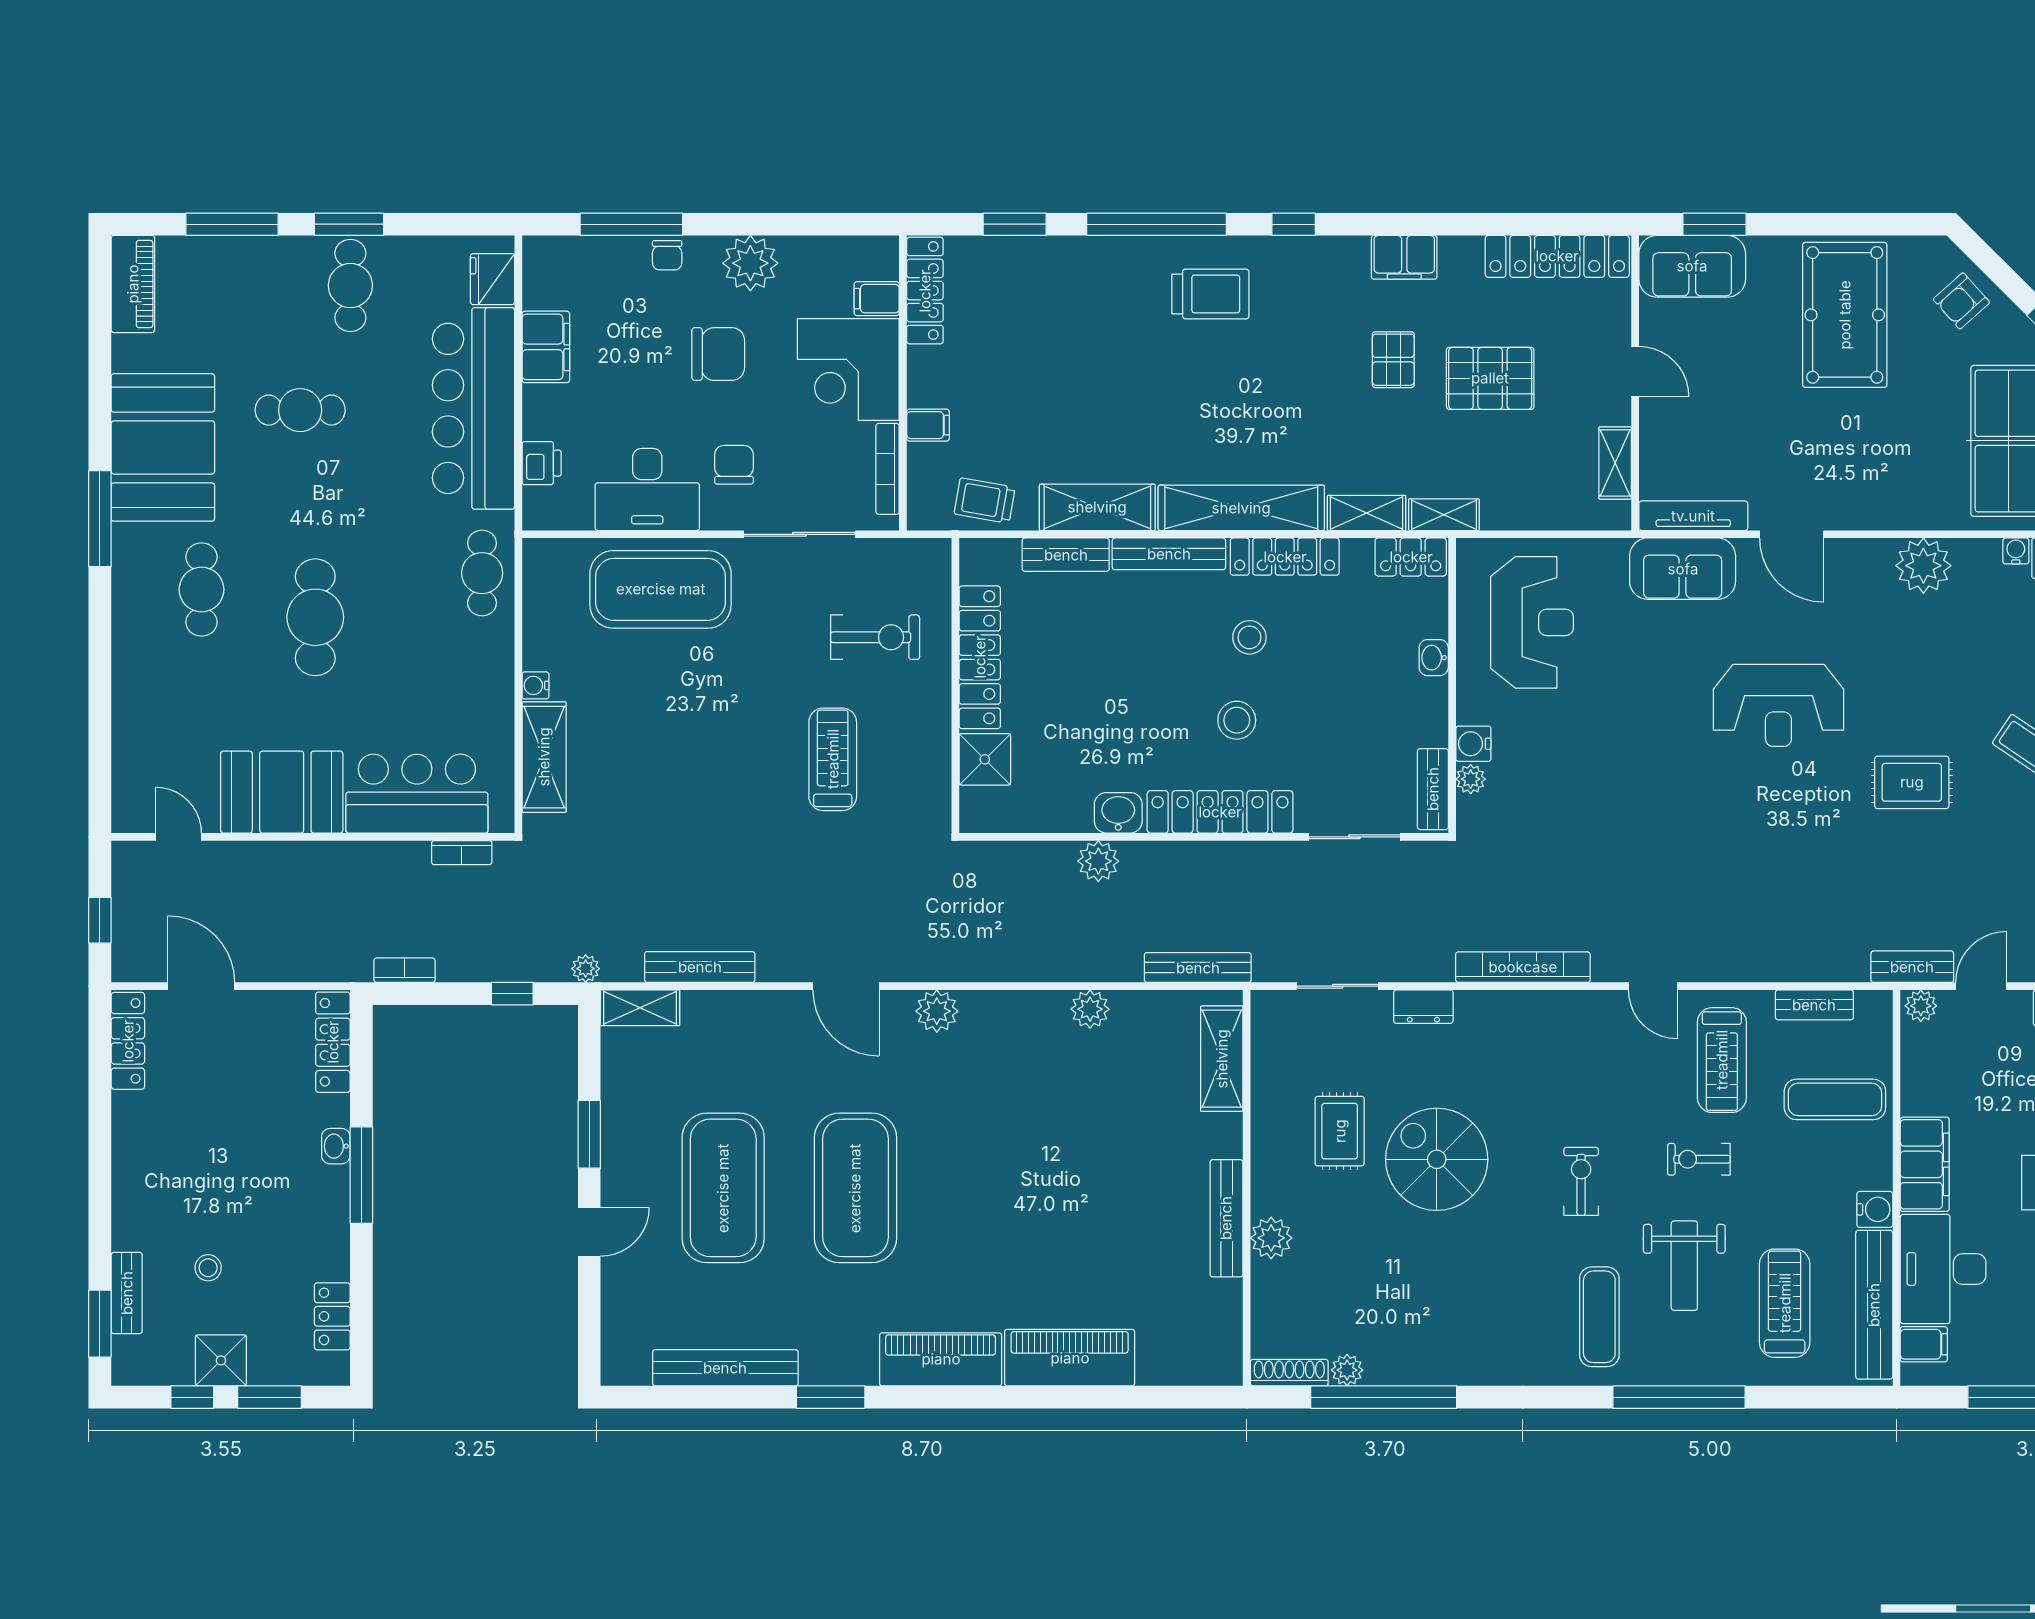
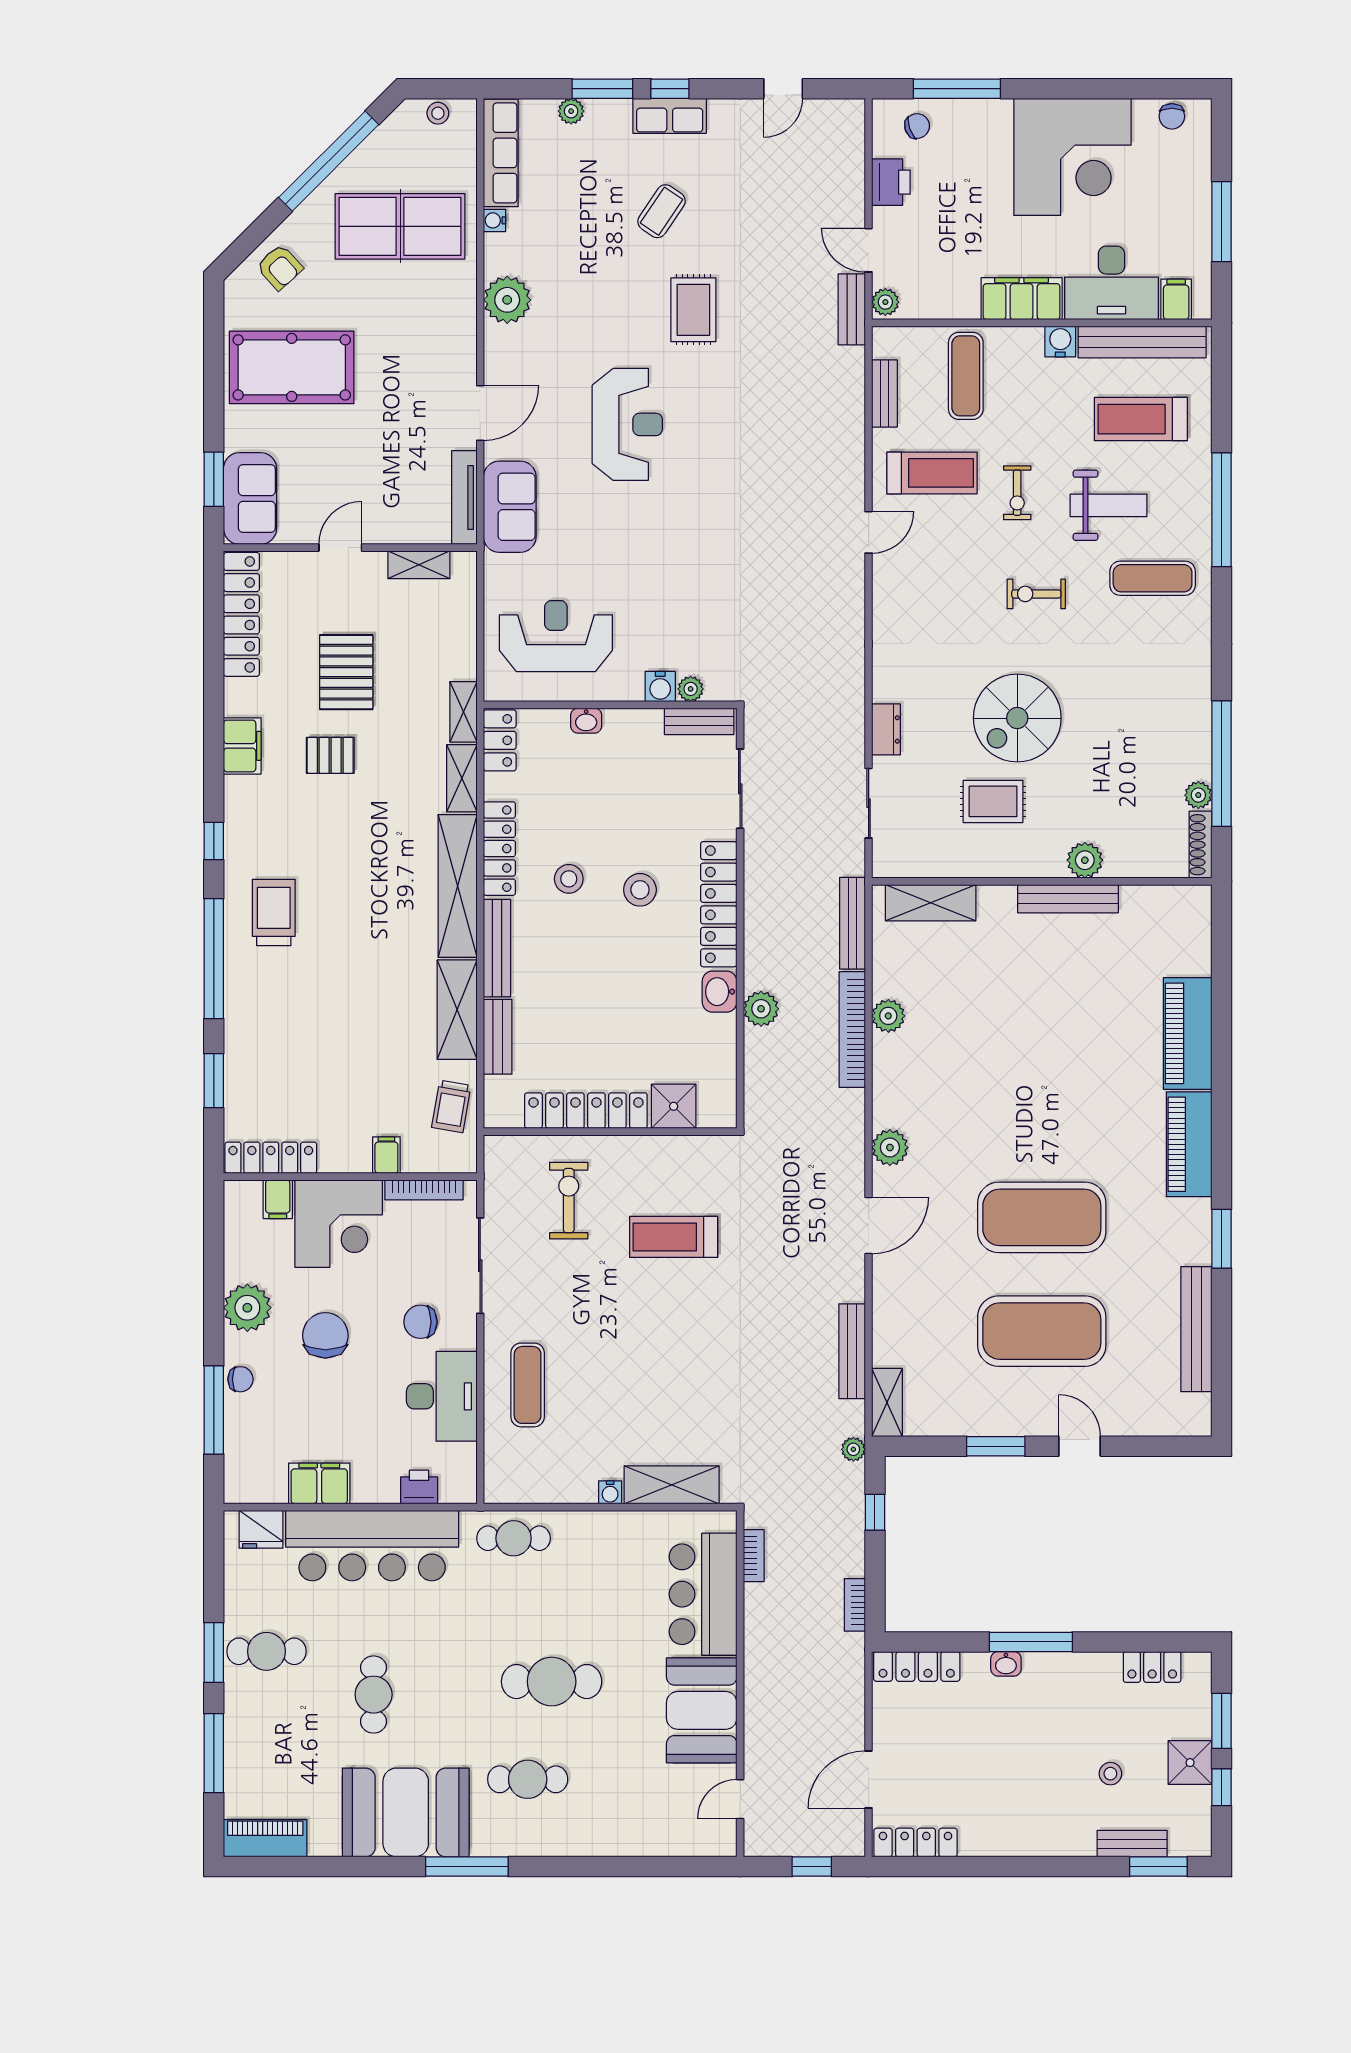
exercise mat: (661, 589) -> (528, 1385), width x0.50, depth x0.69
bookcase: (1523, 967) -> (852, 1030), moved

